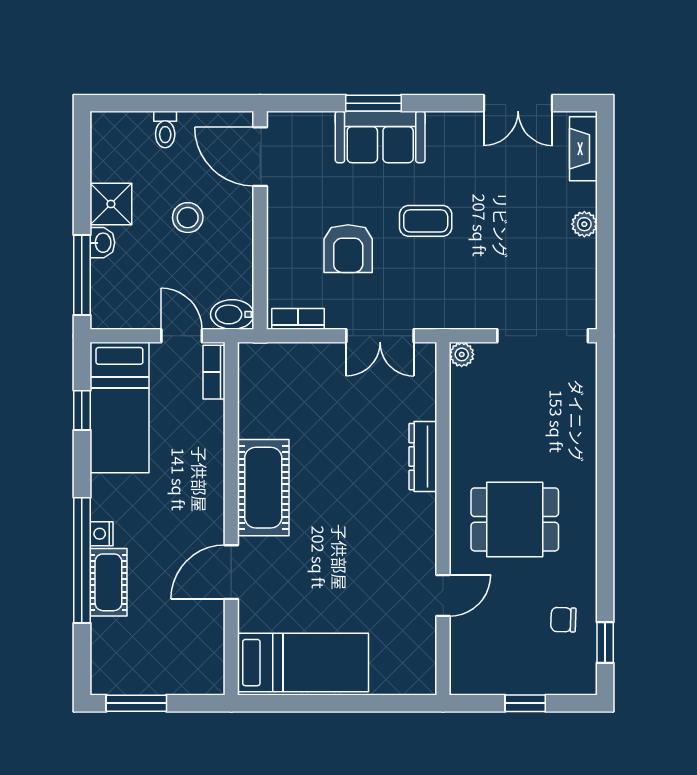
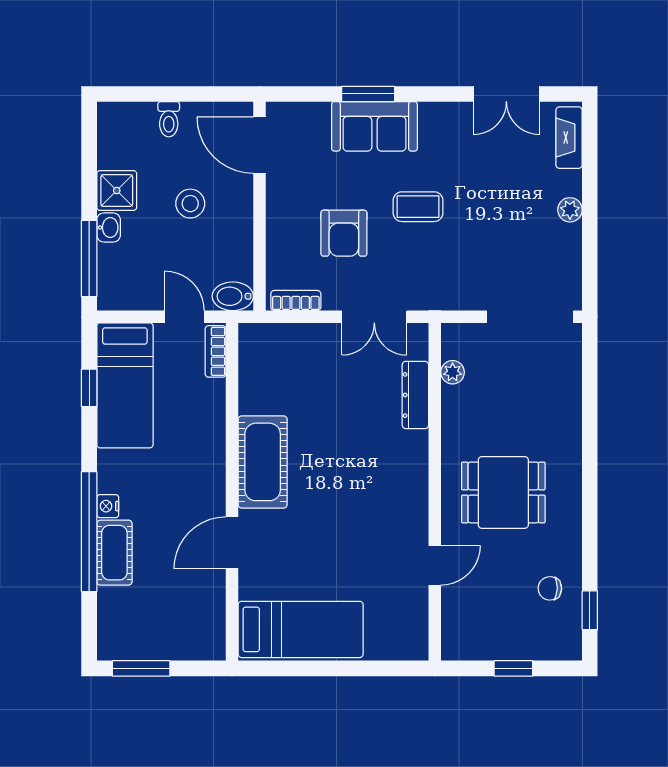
plant: (462, 354) -> (453, 372), moved
dresser: (423, 457) -> (415, 395), moved

